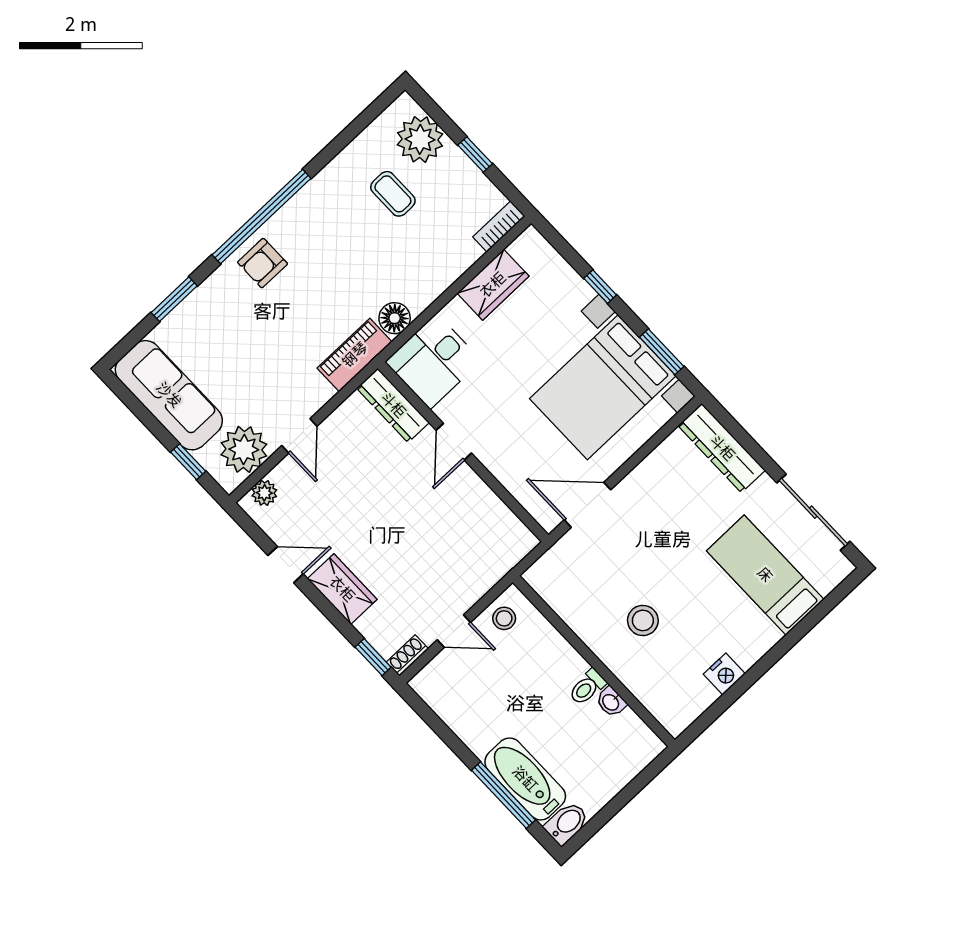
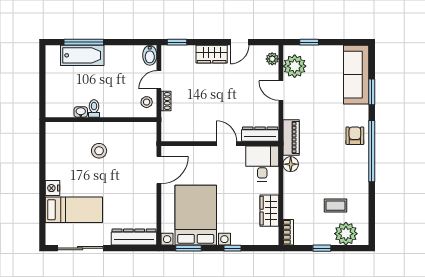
sofa: (169, 395) -> (356, 75), moved, turned 90
shoe rack: (407, 655) -> (166, 101), moved
nightstand: (724, 674) -> (53, 188), moved
bidet: (567, 823) -> (150, 55), moved

